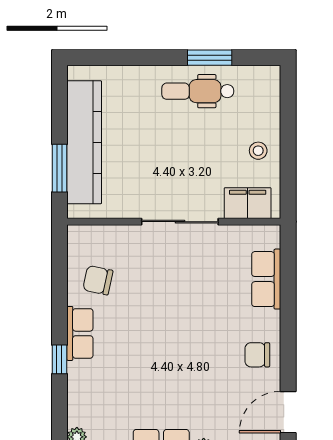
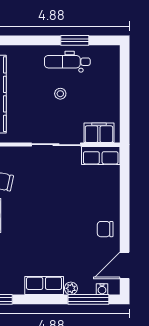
stool: (258, 151) -> (60, 94), moved
row of seats: (266, 279) -> (101, 156), moved, turned -90

